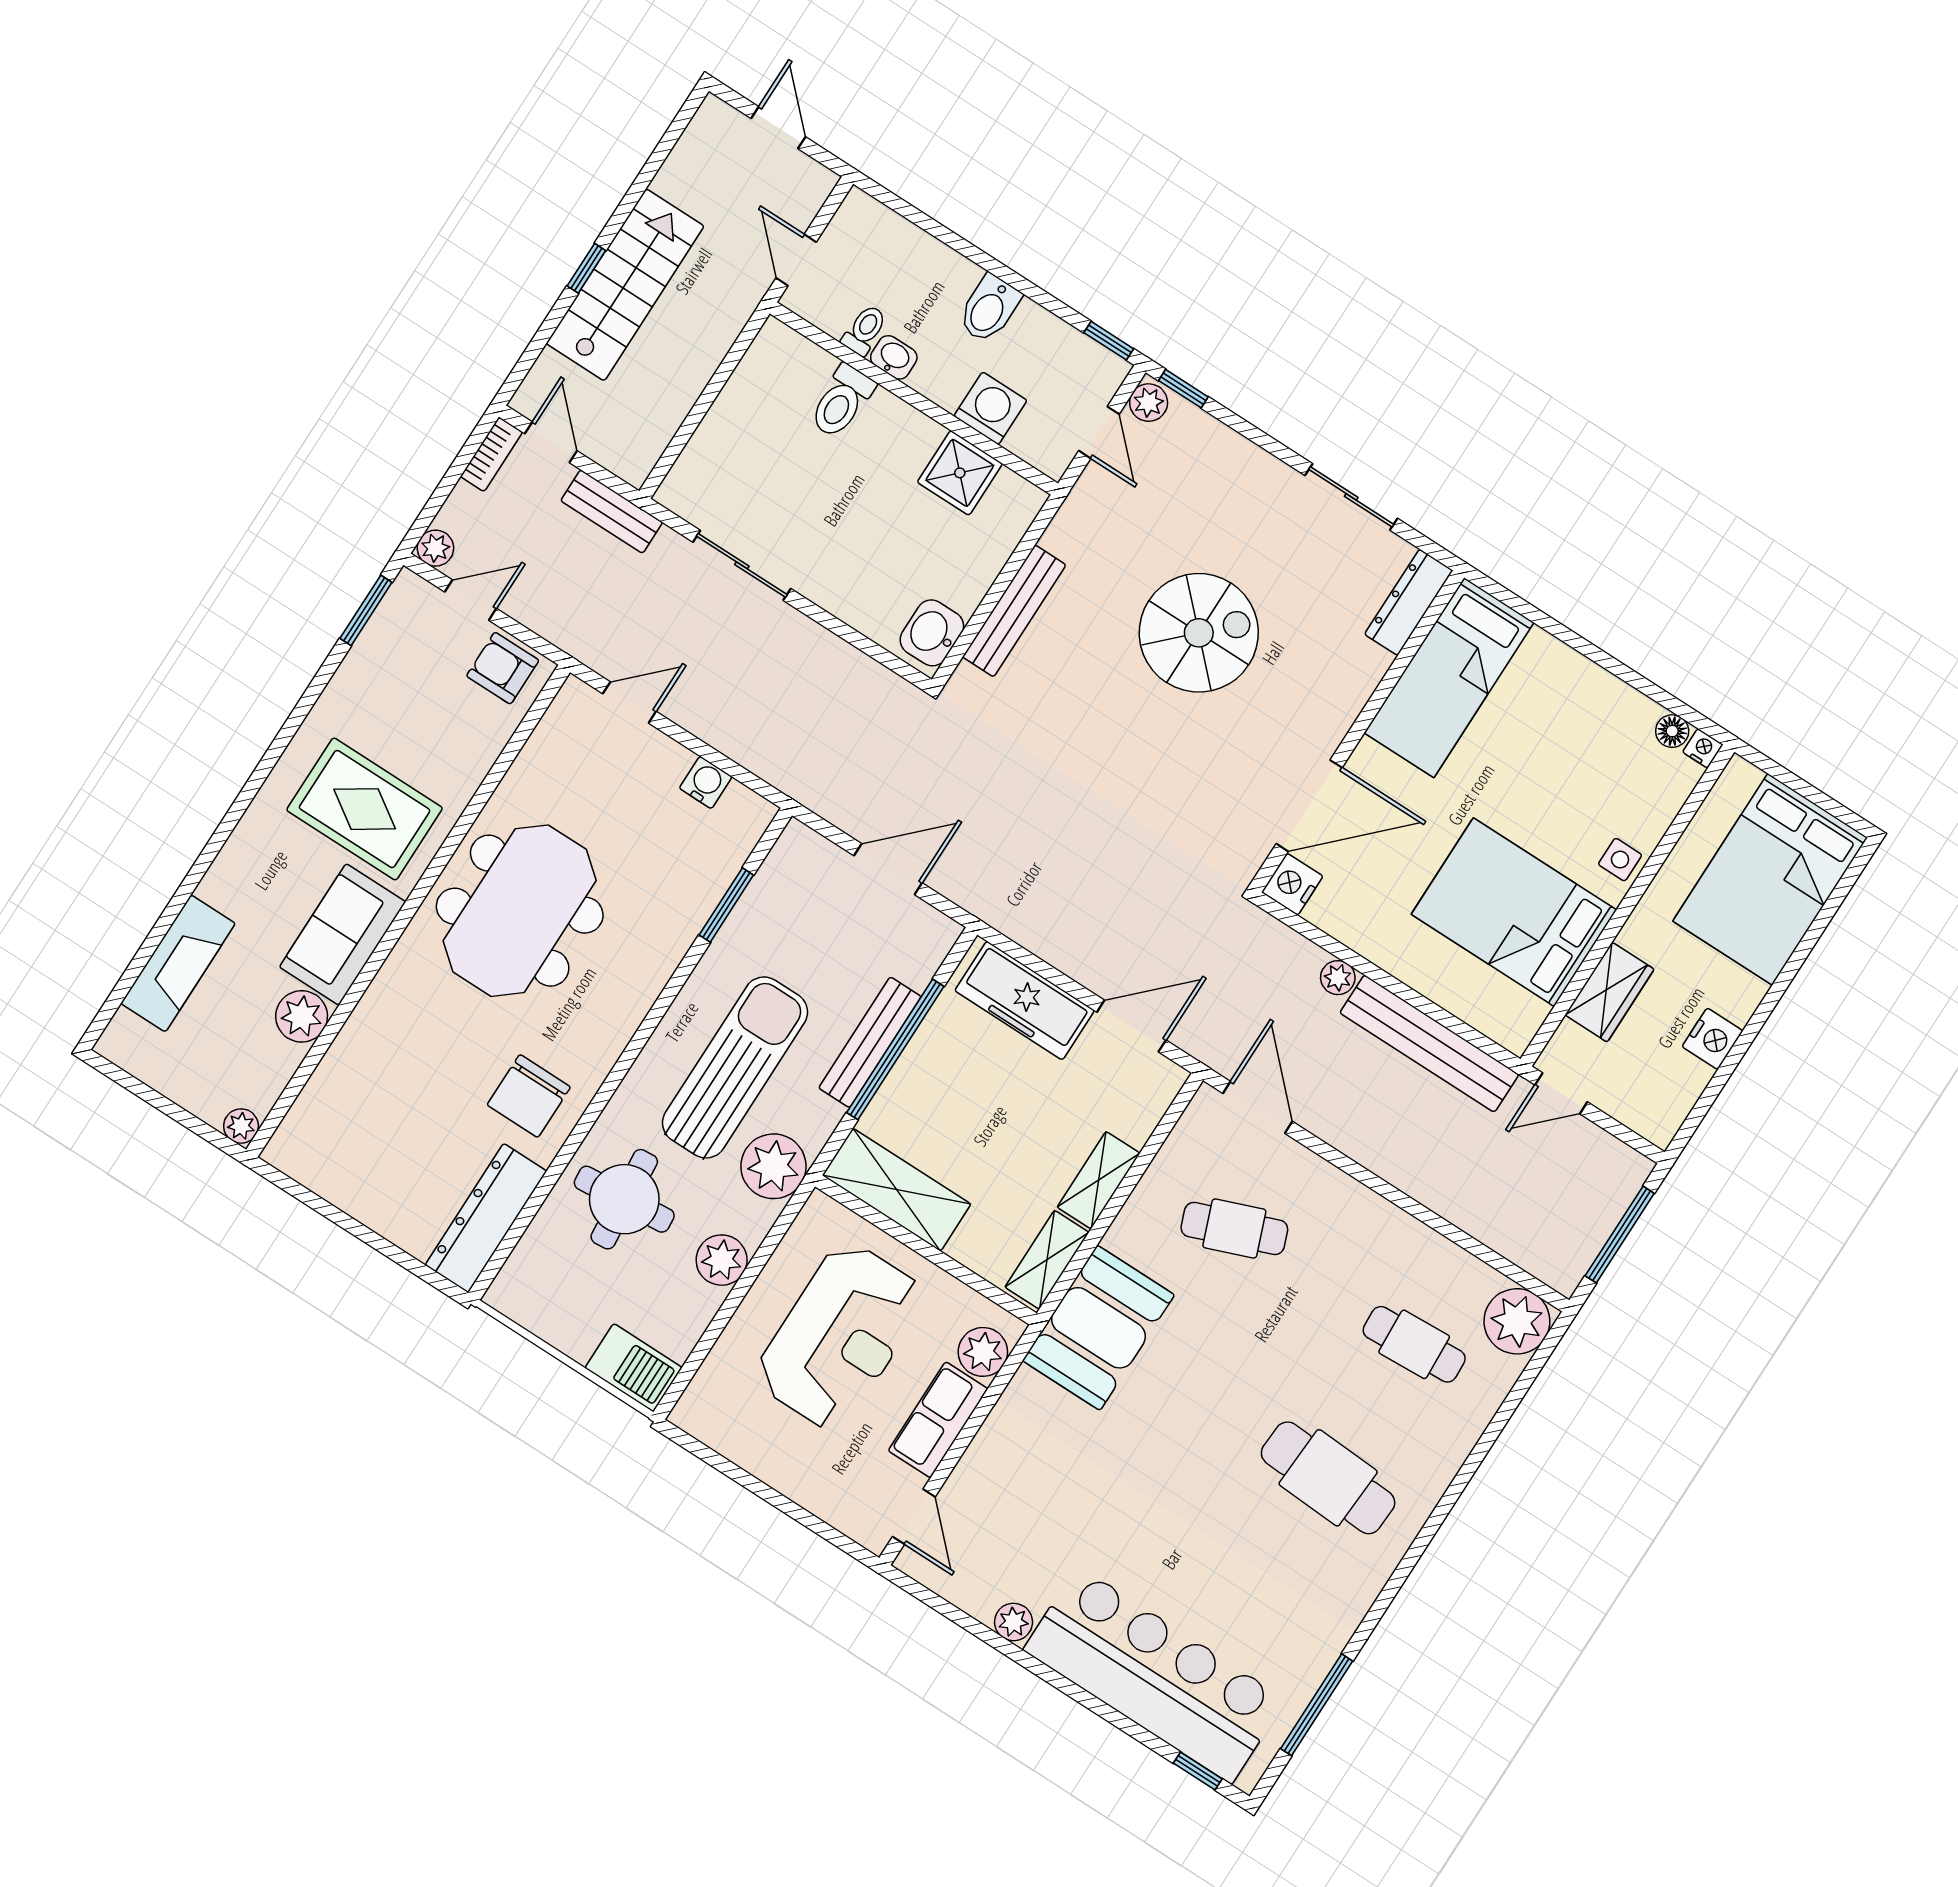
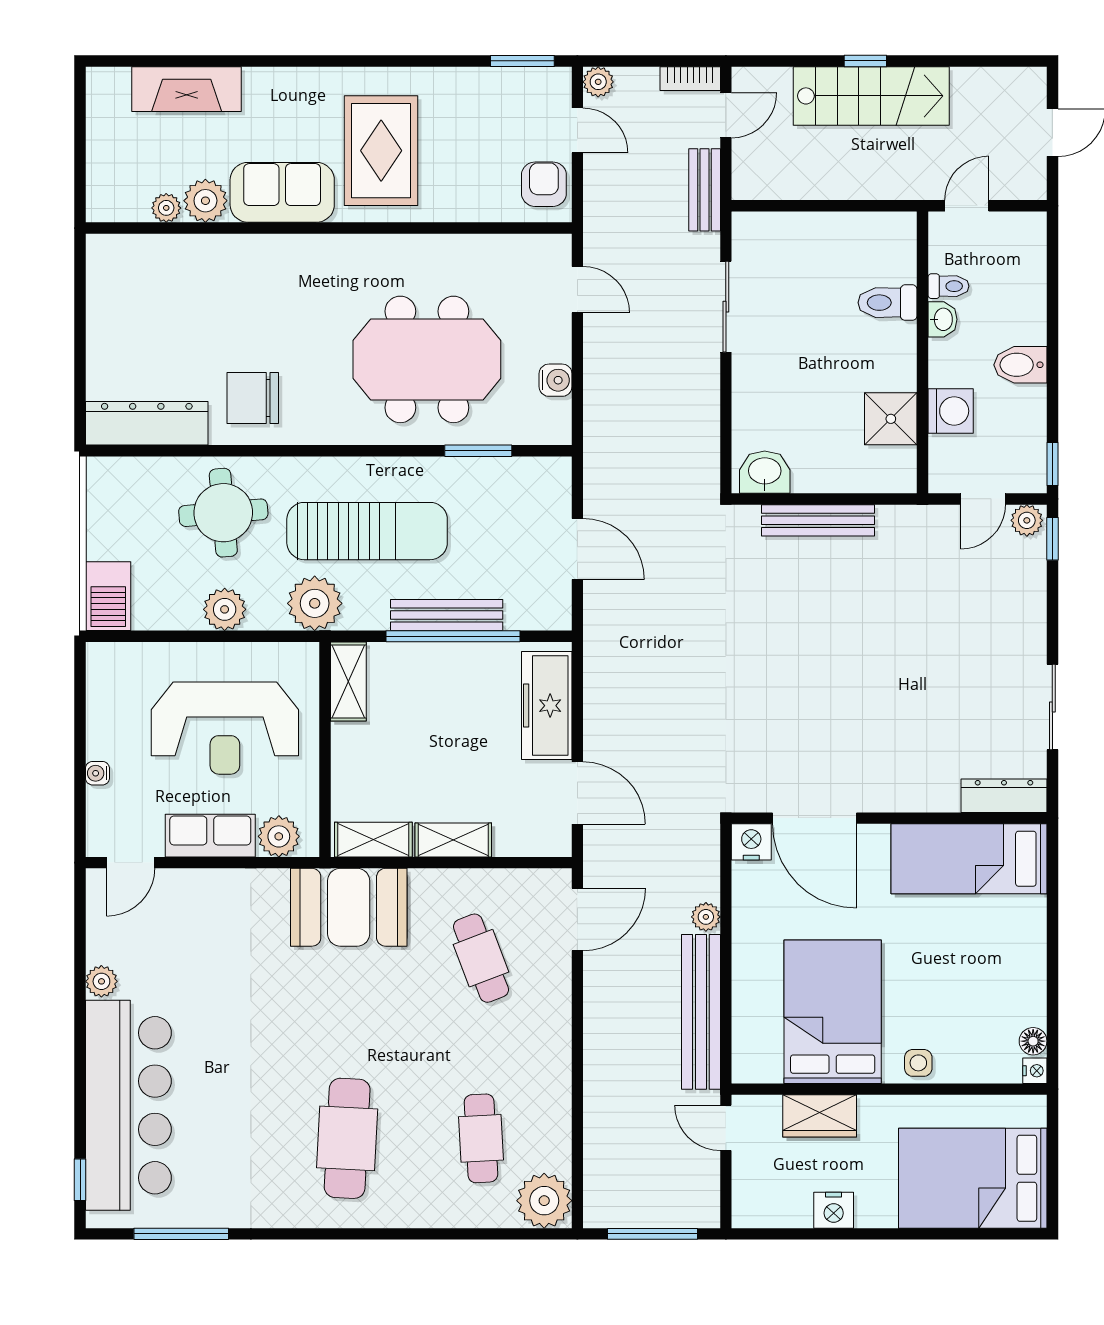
spiral stairs: (1199, 633) -> (887, 661), removed
meeting table: (520, 911) -> (427, 359), moved
plant: (241, 1126) -> (166, 208), moved
shelving: (897, 1190) -> (348, 681), width x0.67, depth x0.75
water cooler: (803, 1492) -> (97, 773), added

